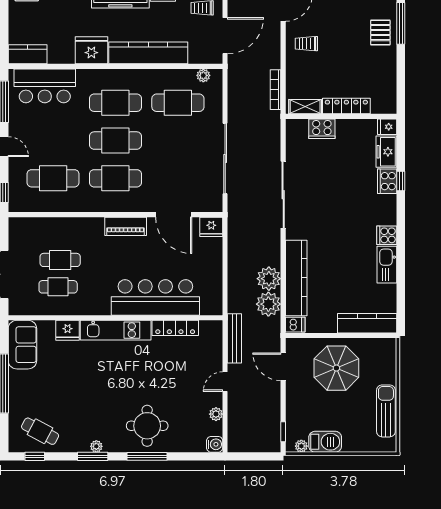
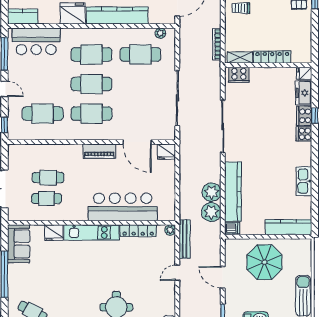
cooker: (322, 129) -> (239, 75), moved
cooker: (387, 235) -> (304, 134), moved
door: (283, 367) -> (223, 277), moved
plant: (216, 414) -> (170, 230), moved

